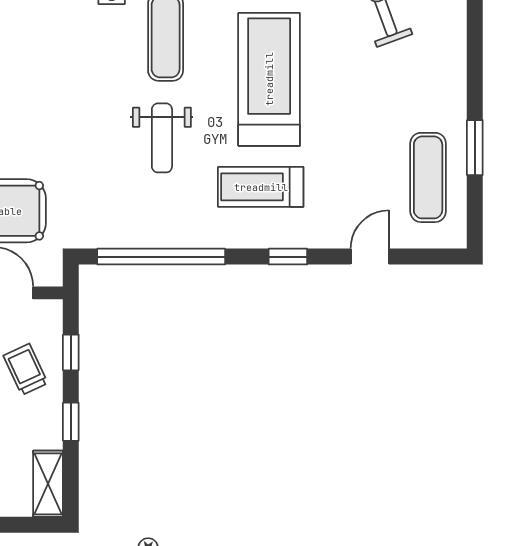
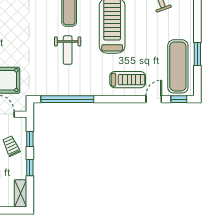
exercise mat: (428, 177) -> (178, 66), width x1.36, depth x1.45
treadmill: (261, 187) -> (128, 80), moved, turned 180
window: (288, 257) -> (179, 99), moved

